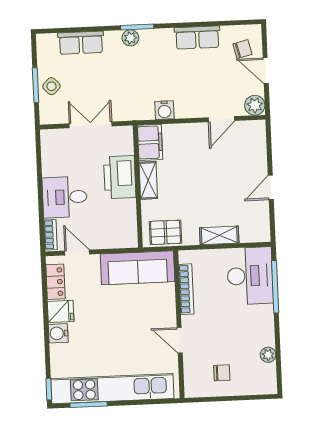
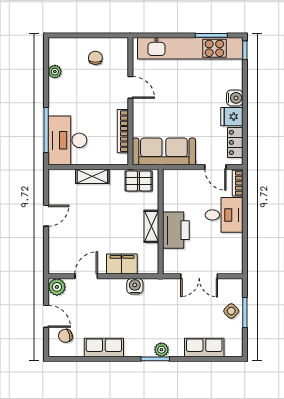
filing cabinet: (150, 142) -> (122, 264), moved, turned 90
chair: (222, 373) -> (95, 58), turned 90

